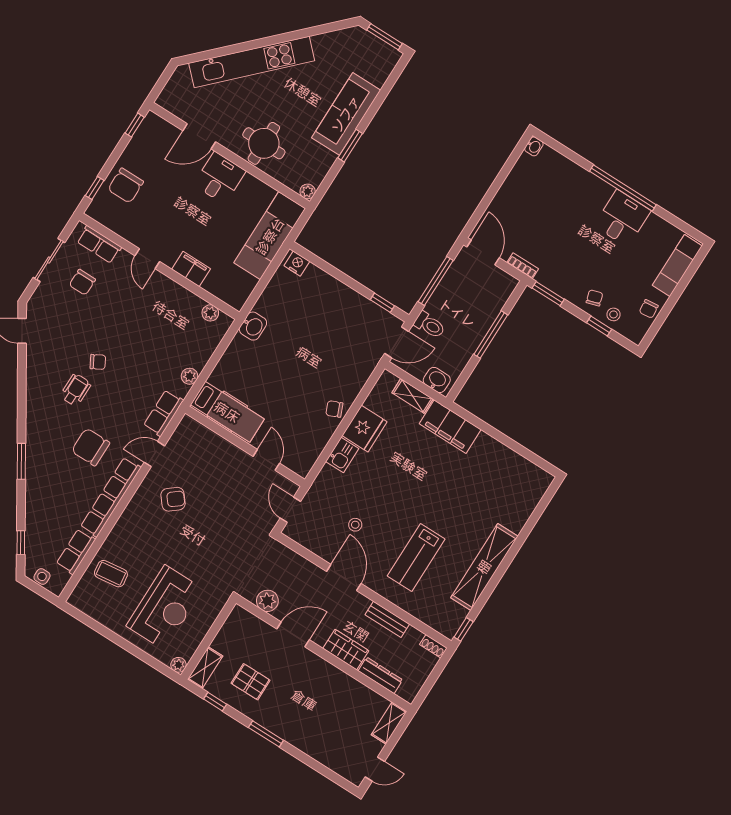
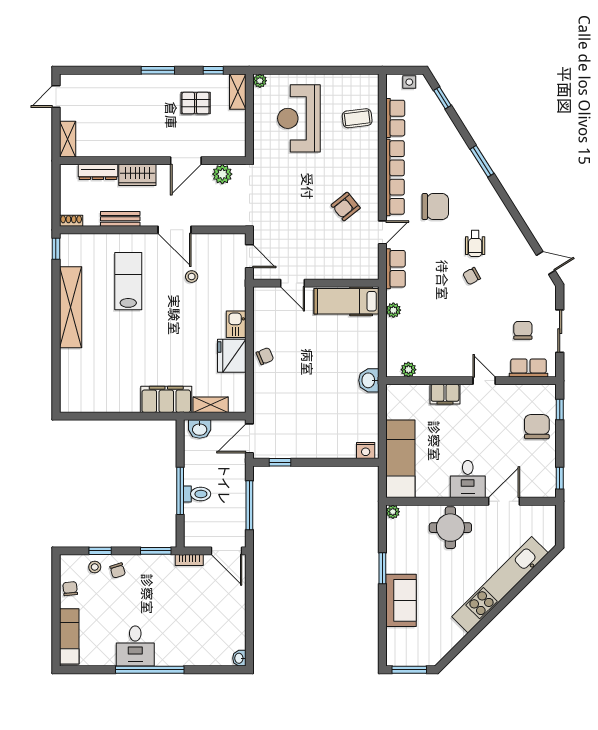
sofa: (346, 114) -> (401, 600), width x0.73
toilet: (430, 325) -> (197, 494), moved, turned 180

